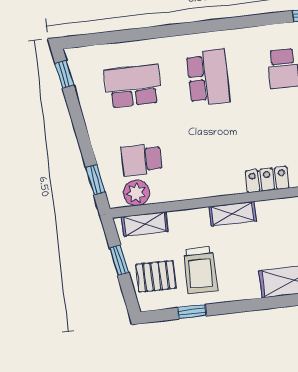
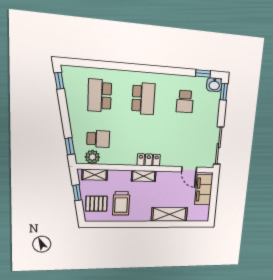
school desk: (133, 86) -> (100, 96), turned -90
school desk: (142, 160) -> (98, 139), turned 180
locker: (267, 180) -> (149, 160), moved
window: (192, 312) -> (113, 224), removed

